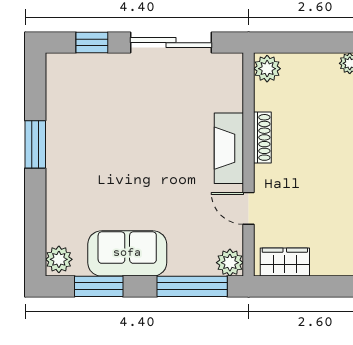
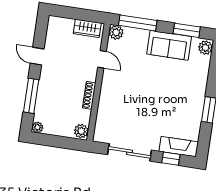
fireplace: (229, 148) -> (179, 147), moved, turned -90

